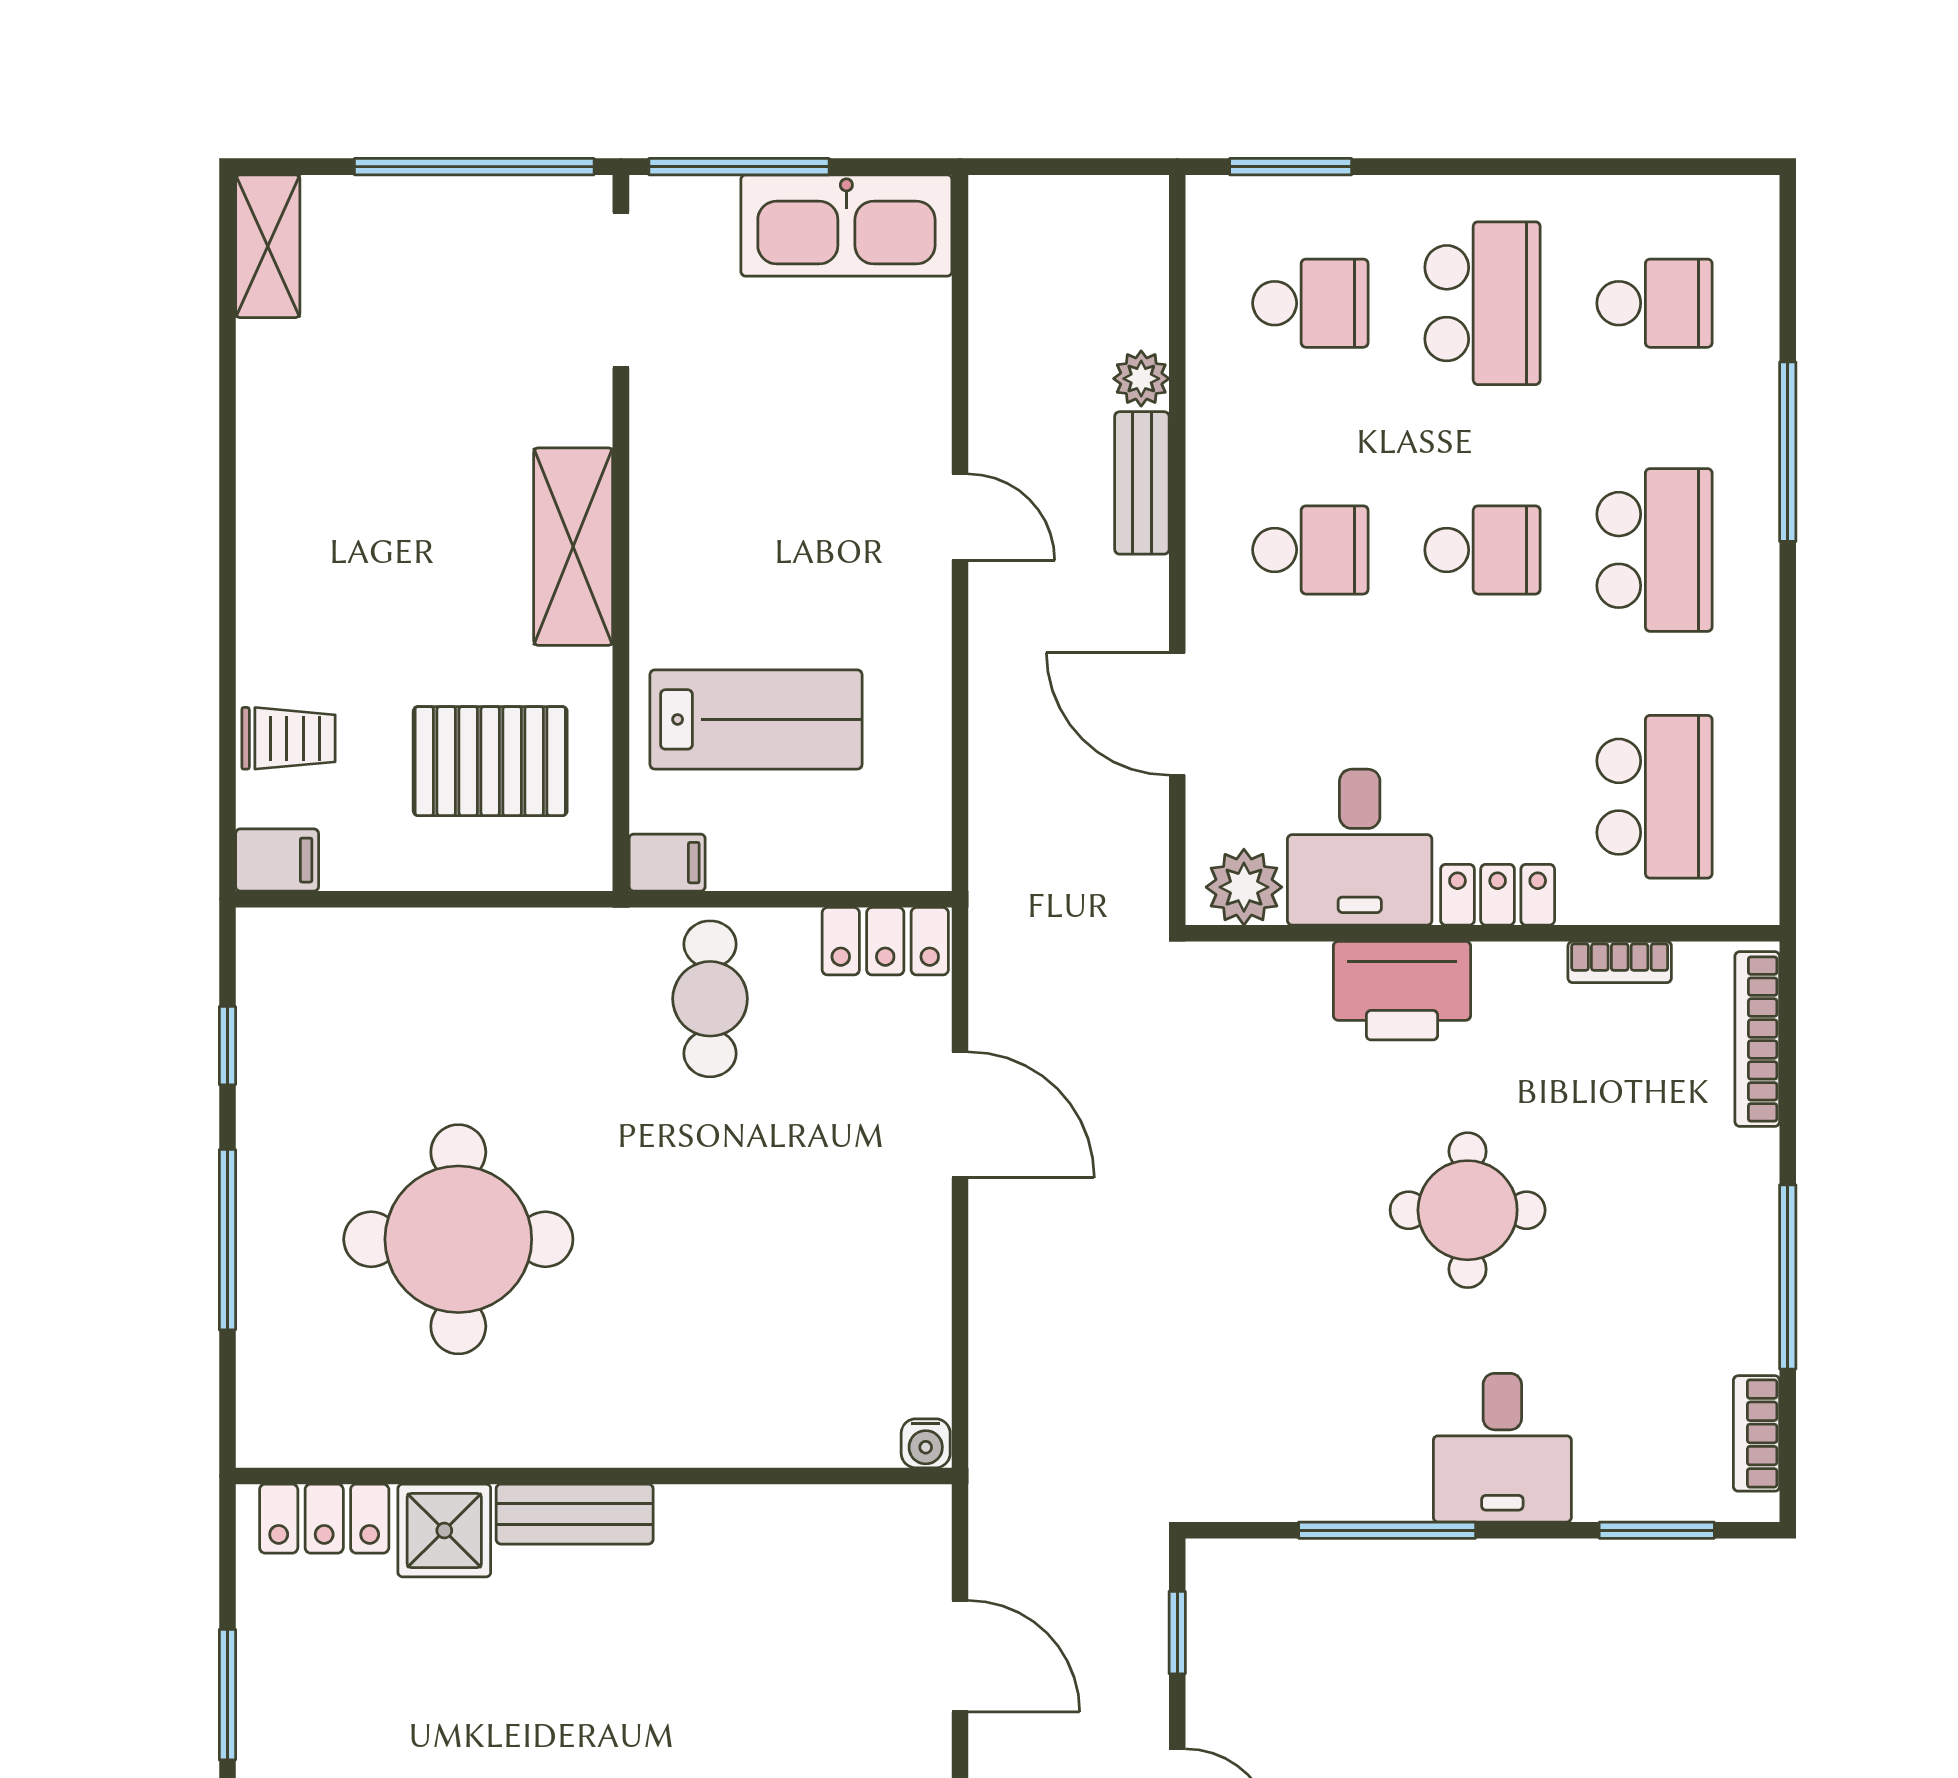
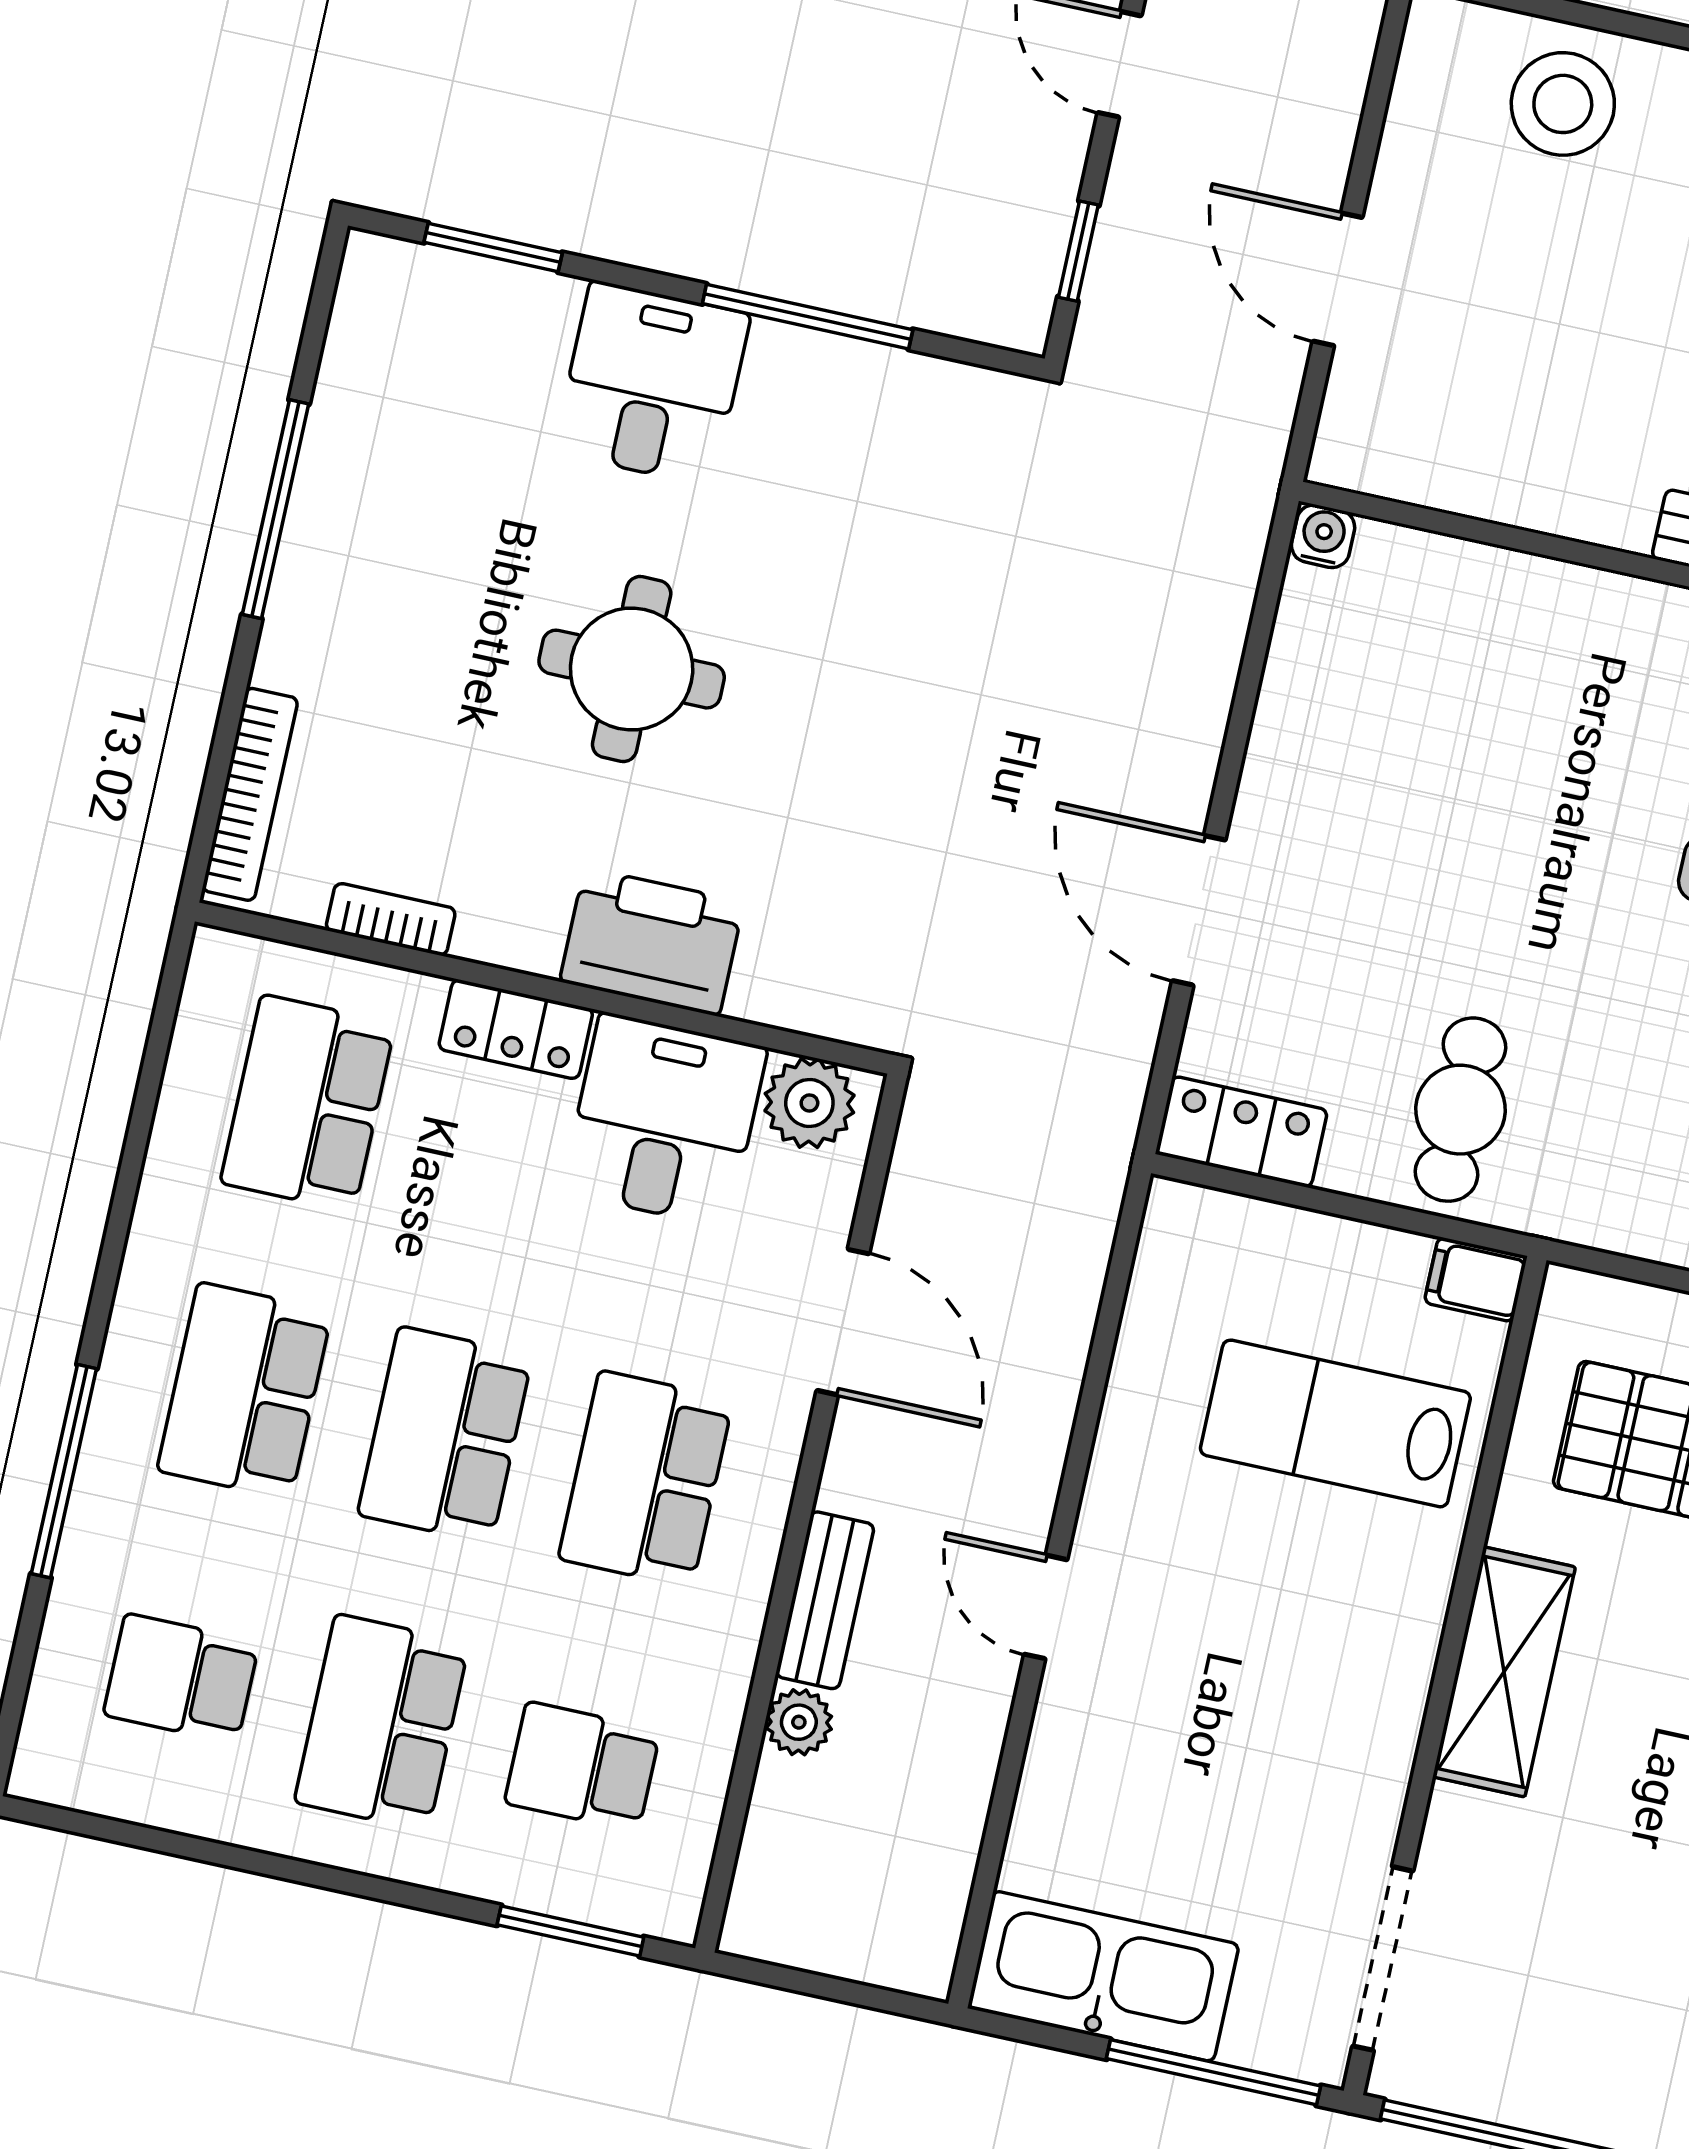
school desk: (1310, 550) -> (646, 1479), width x1.85
school desk: (1482, 550) -> (445, 1435), width x1.85
bookcase: (1757, 1433) -> (352, 335), removed

